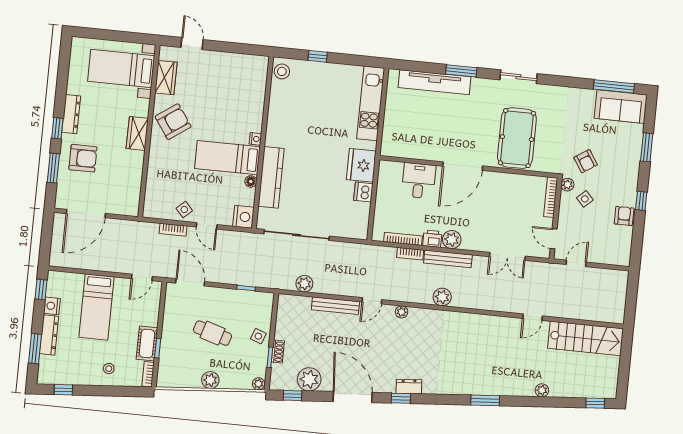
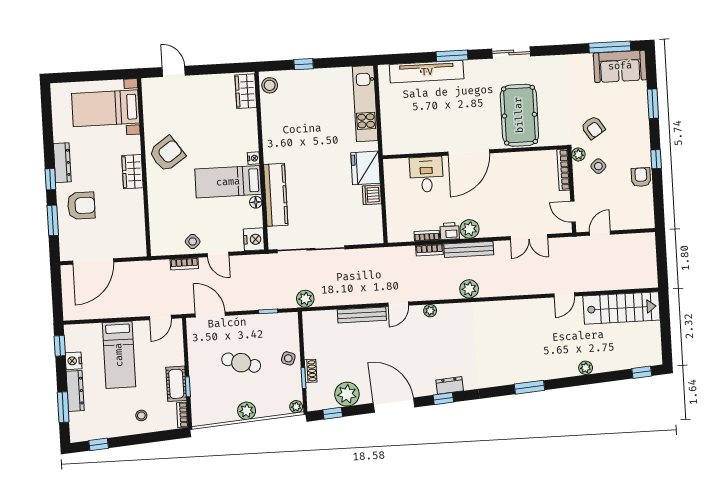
wardrobe: (166, 78) -> (246, 91), moved, turned 180
bookcase: (403, 239) -> (427, 236), width x0.64
plant: (304, 284) -> (305, 299), moved

